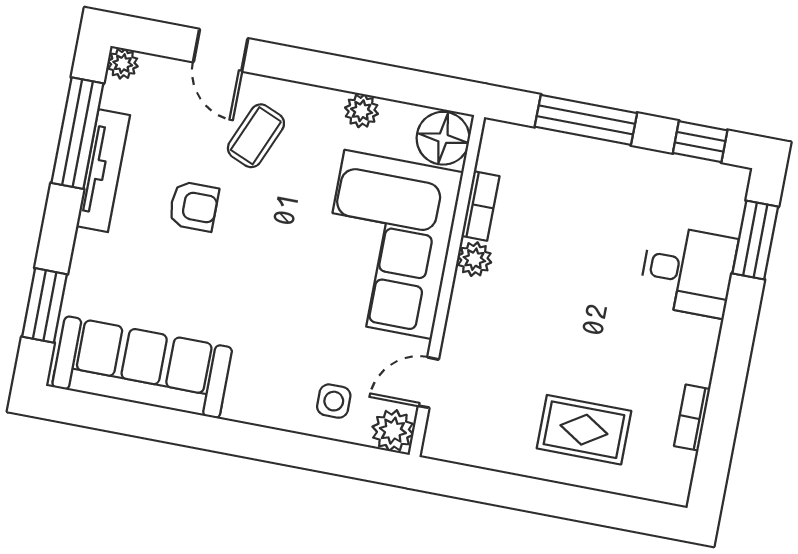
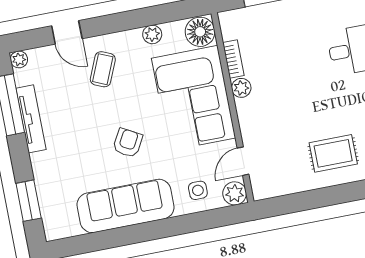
armchair: (194, 206) -> (128, 143), moved, turned -61
sofa: (142, 367) -> (126, 206), moved

